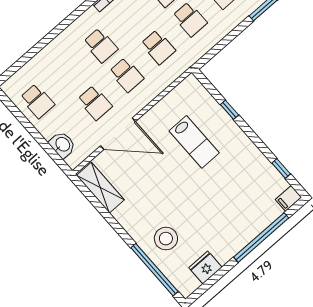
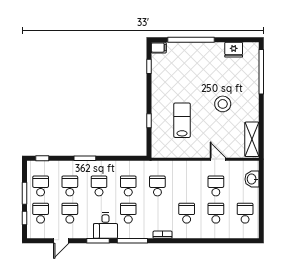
school desk: (127, 75) -> (216, 213), moved
door: (118, 134) -> (218, 159), width x0.53
stool: (166, 239) -> (223, 104), moved

